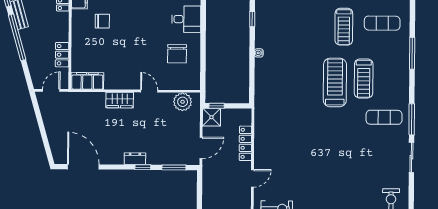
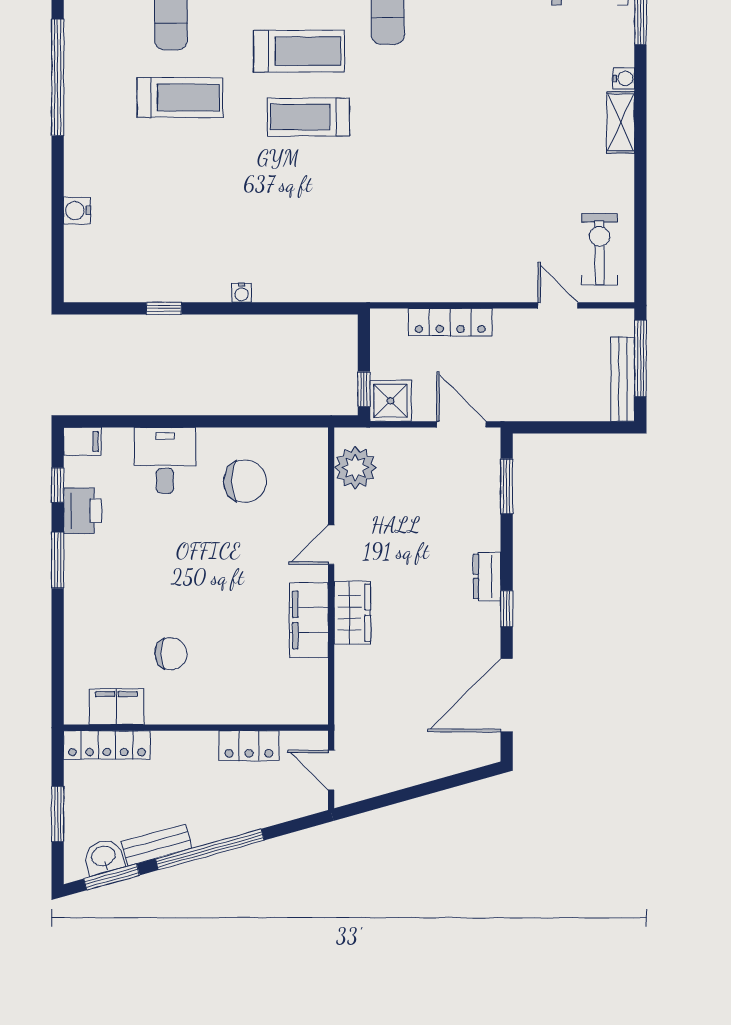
chair: (102, 21) -> (171, 654), turned 90
filing cabinet: (87, 81) -> (309, 620), moved
treadmill: (335, 82) -> (308, 117), width x0.73, depth x0.73
window: (143, 167) -> (507, 609), moved
door: (252, 178) -> (558, 305), moved

